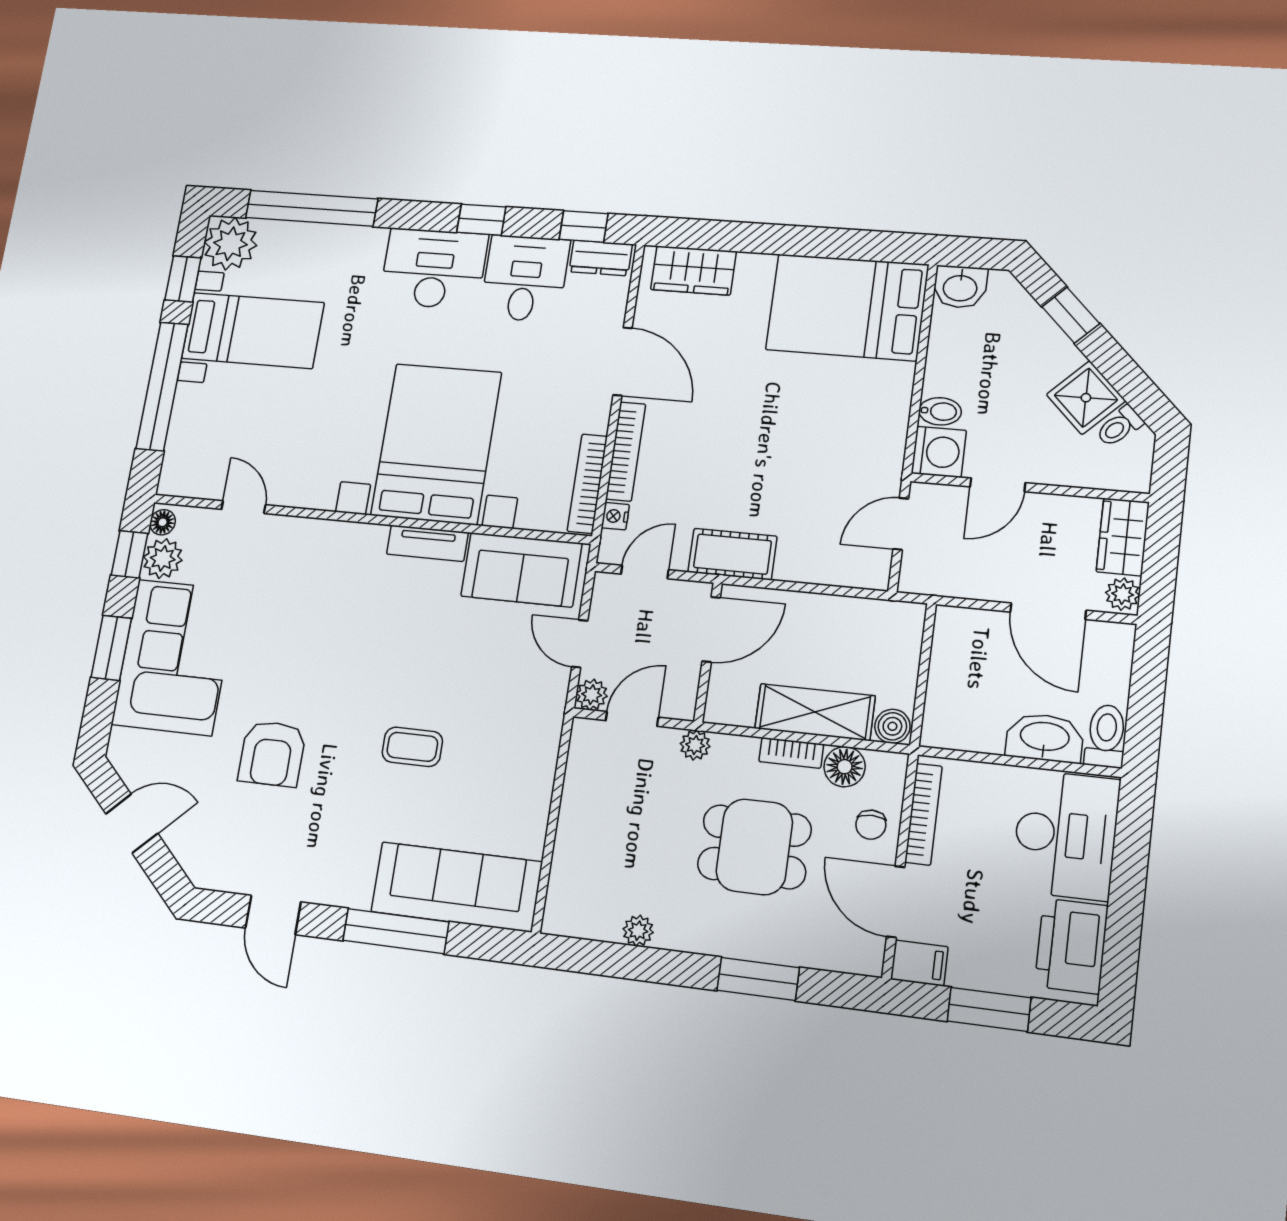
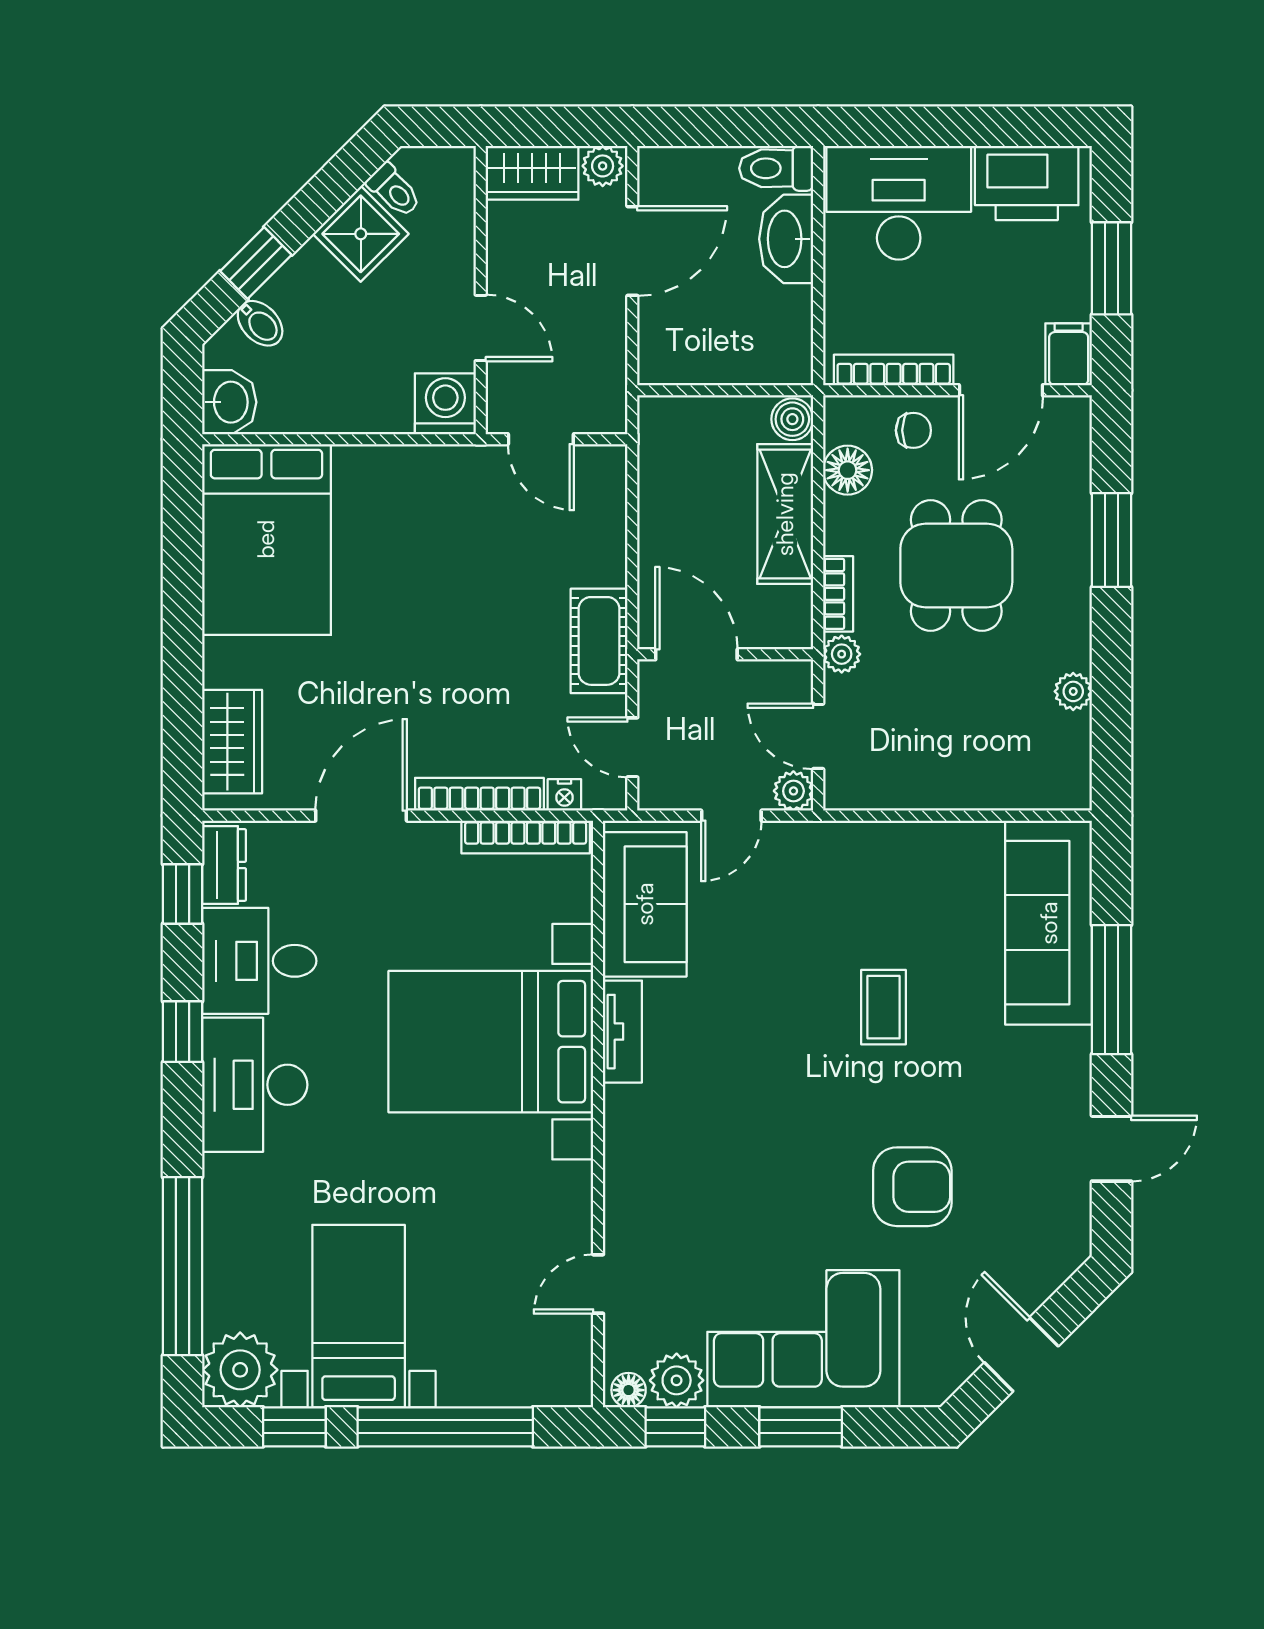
bidet: (940, 411) -> (260, 323), moved, turned 135
bookcase: (791, 753) -> (838, 594), moved

